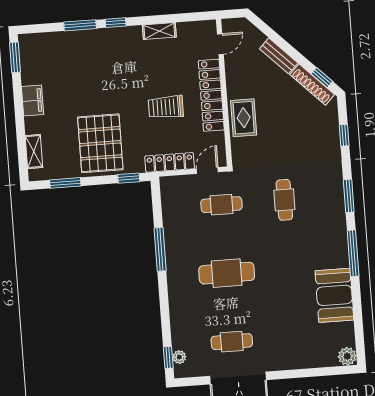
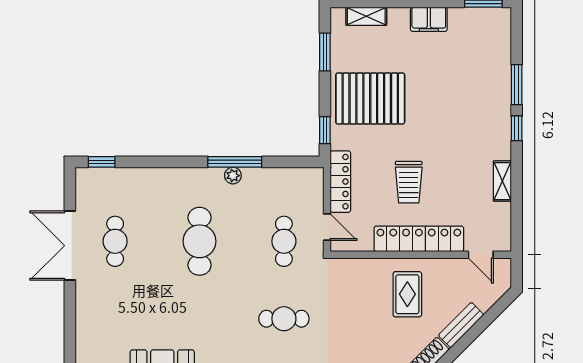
trolley: (166, 107) -> (409, 182), turned 180
rug: (244, 118) -> (407, 294), moved, turned 90
plant: (179, 357) -> (233, 176), moved

